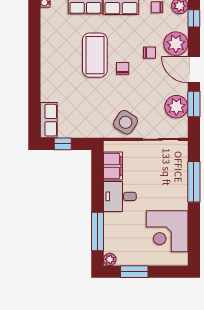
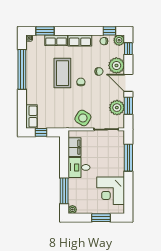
window: (34, 50) -> (22, 69), added
window: (134, 272) -> (101, 218), moved

